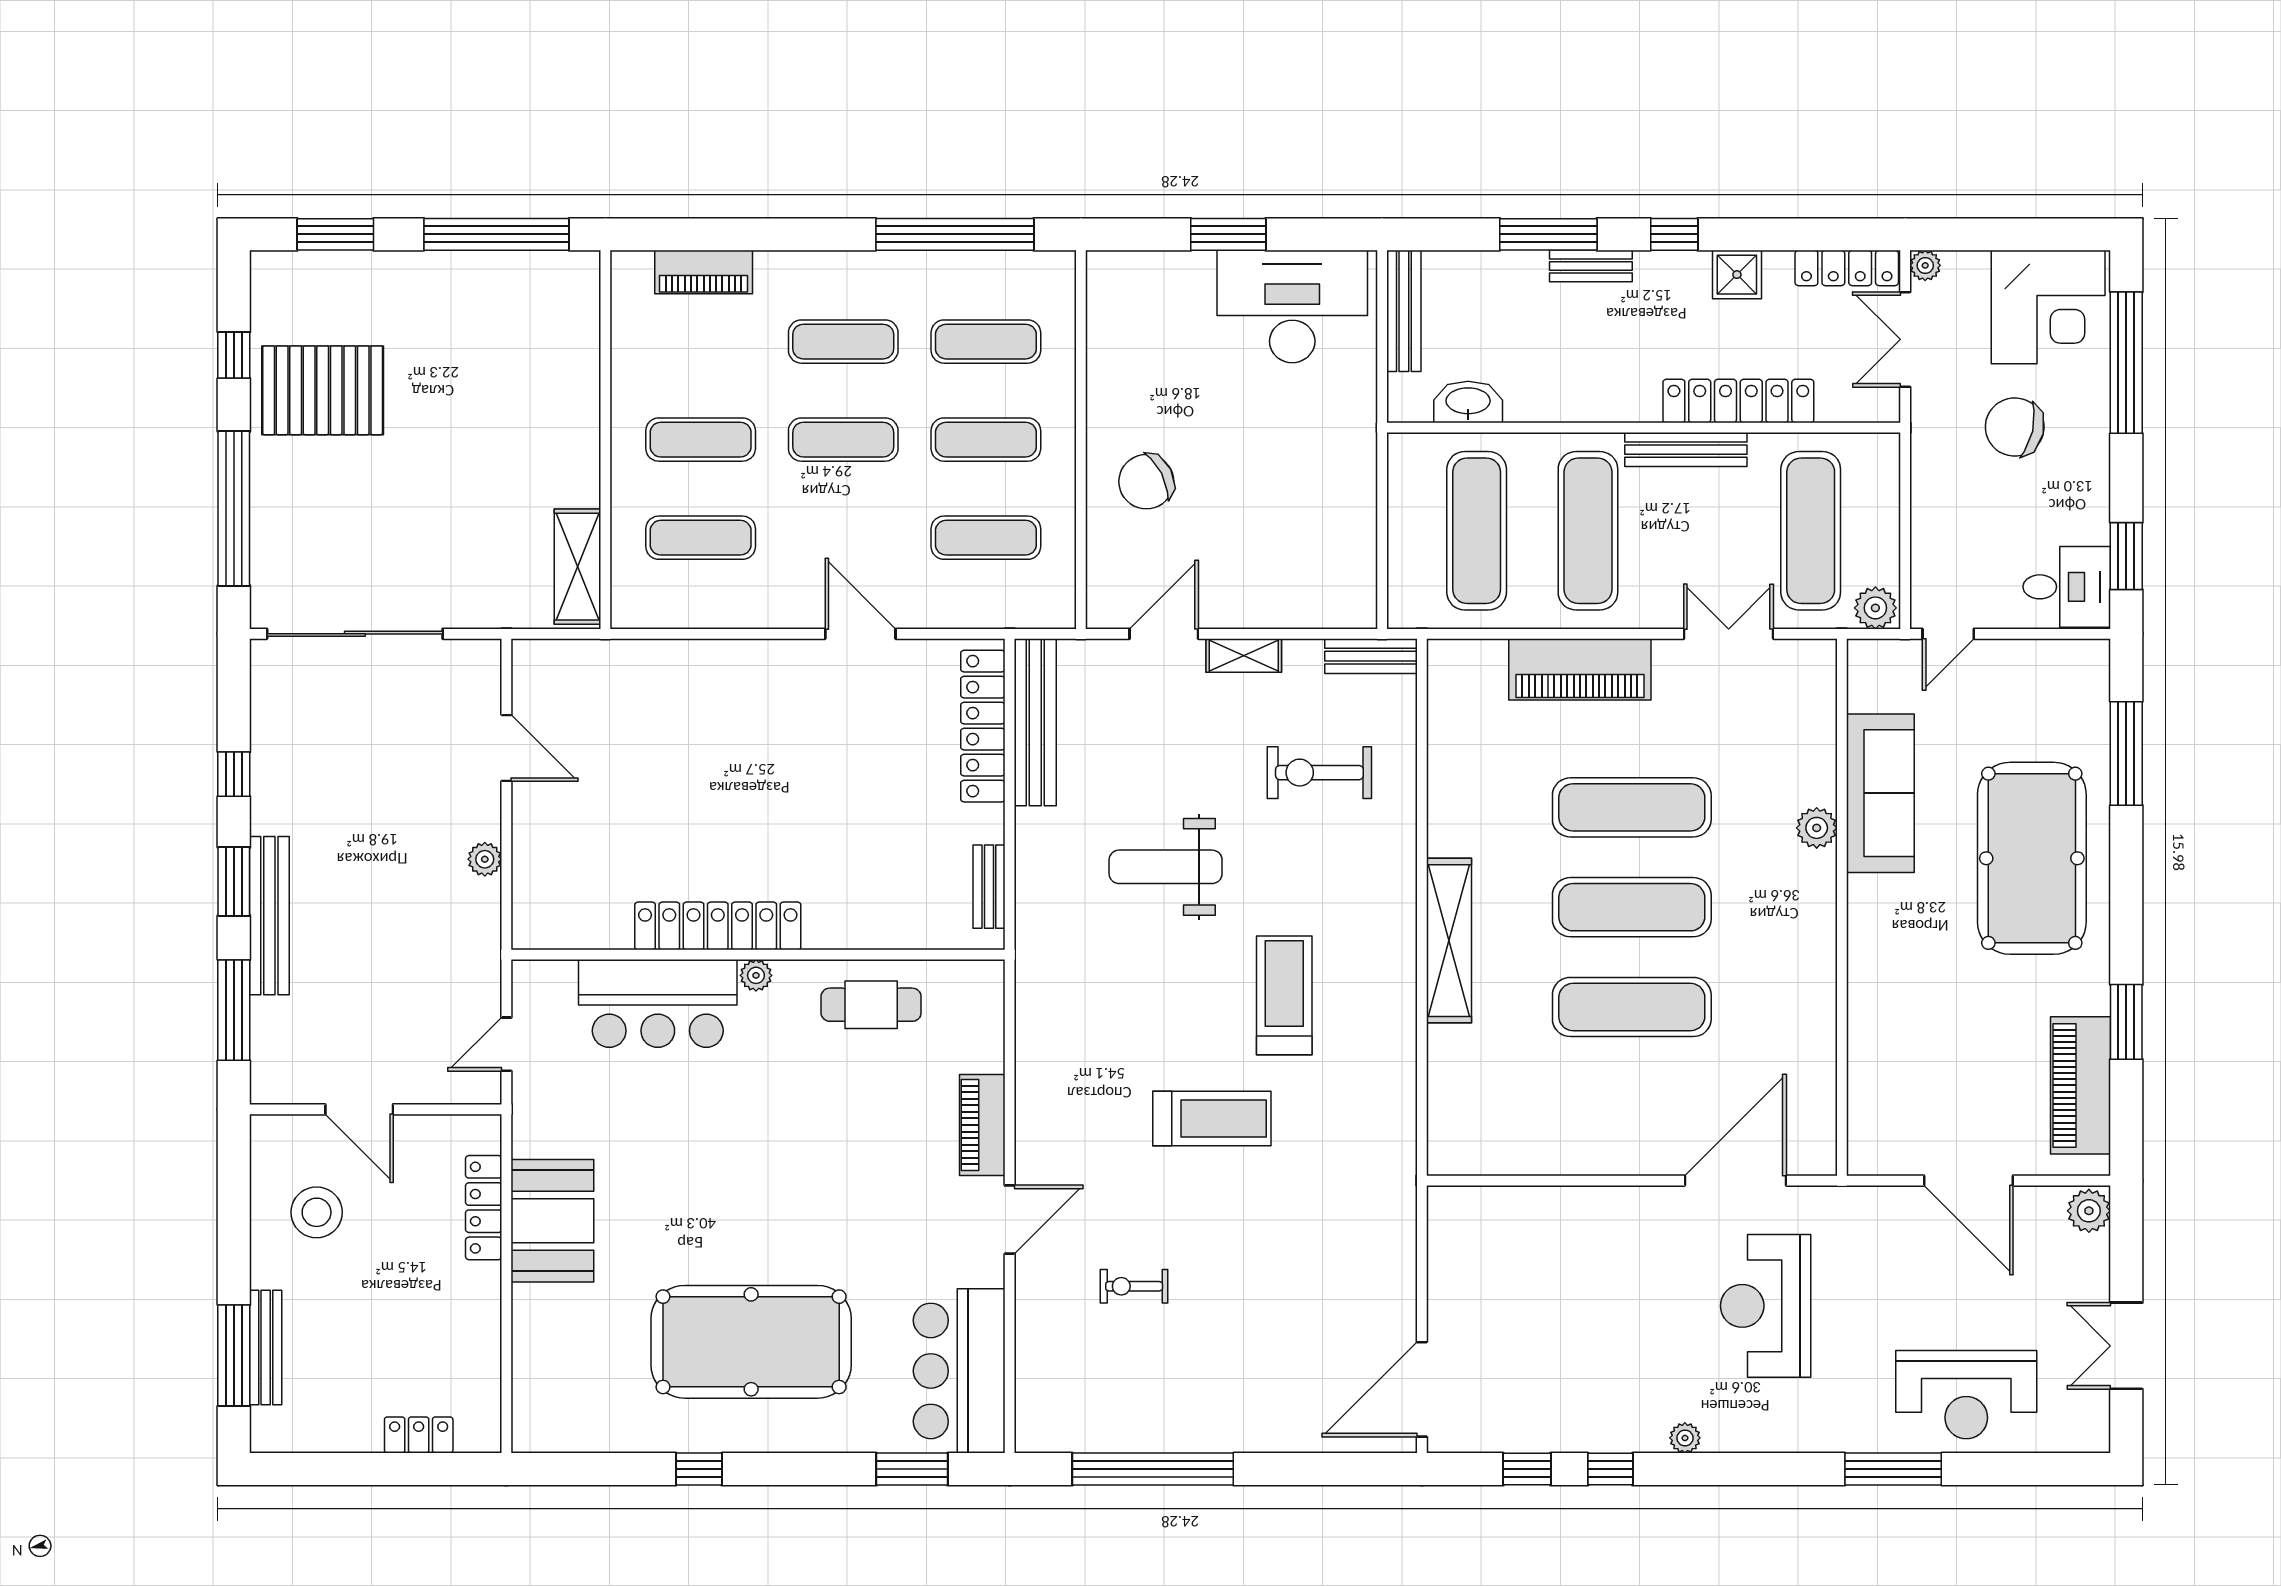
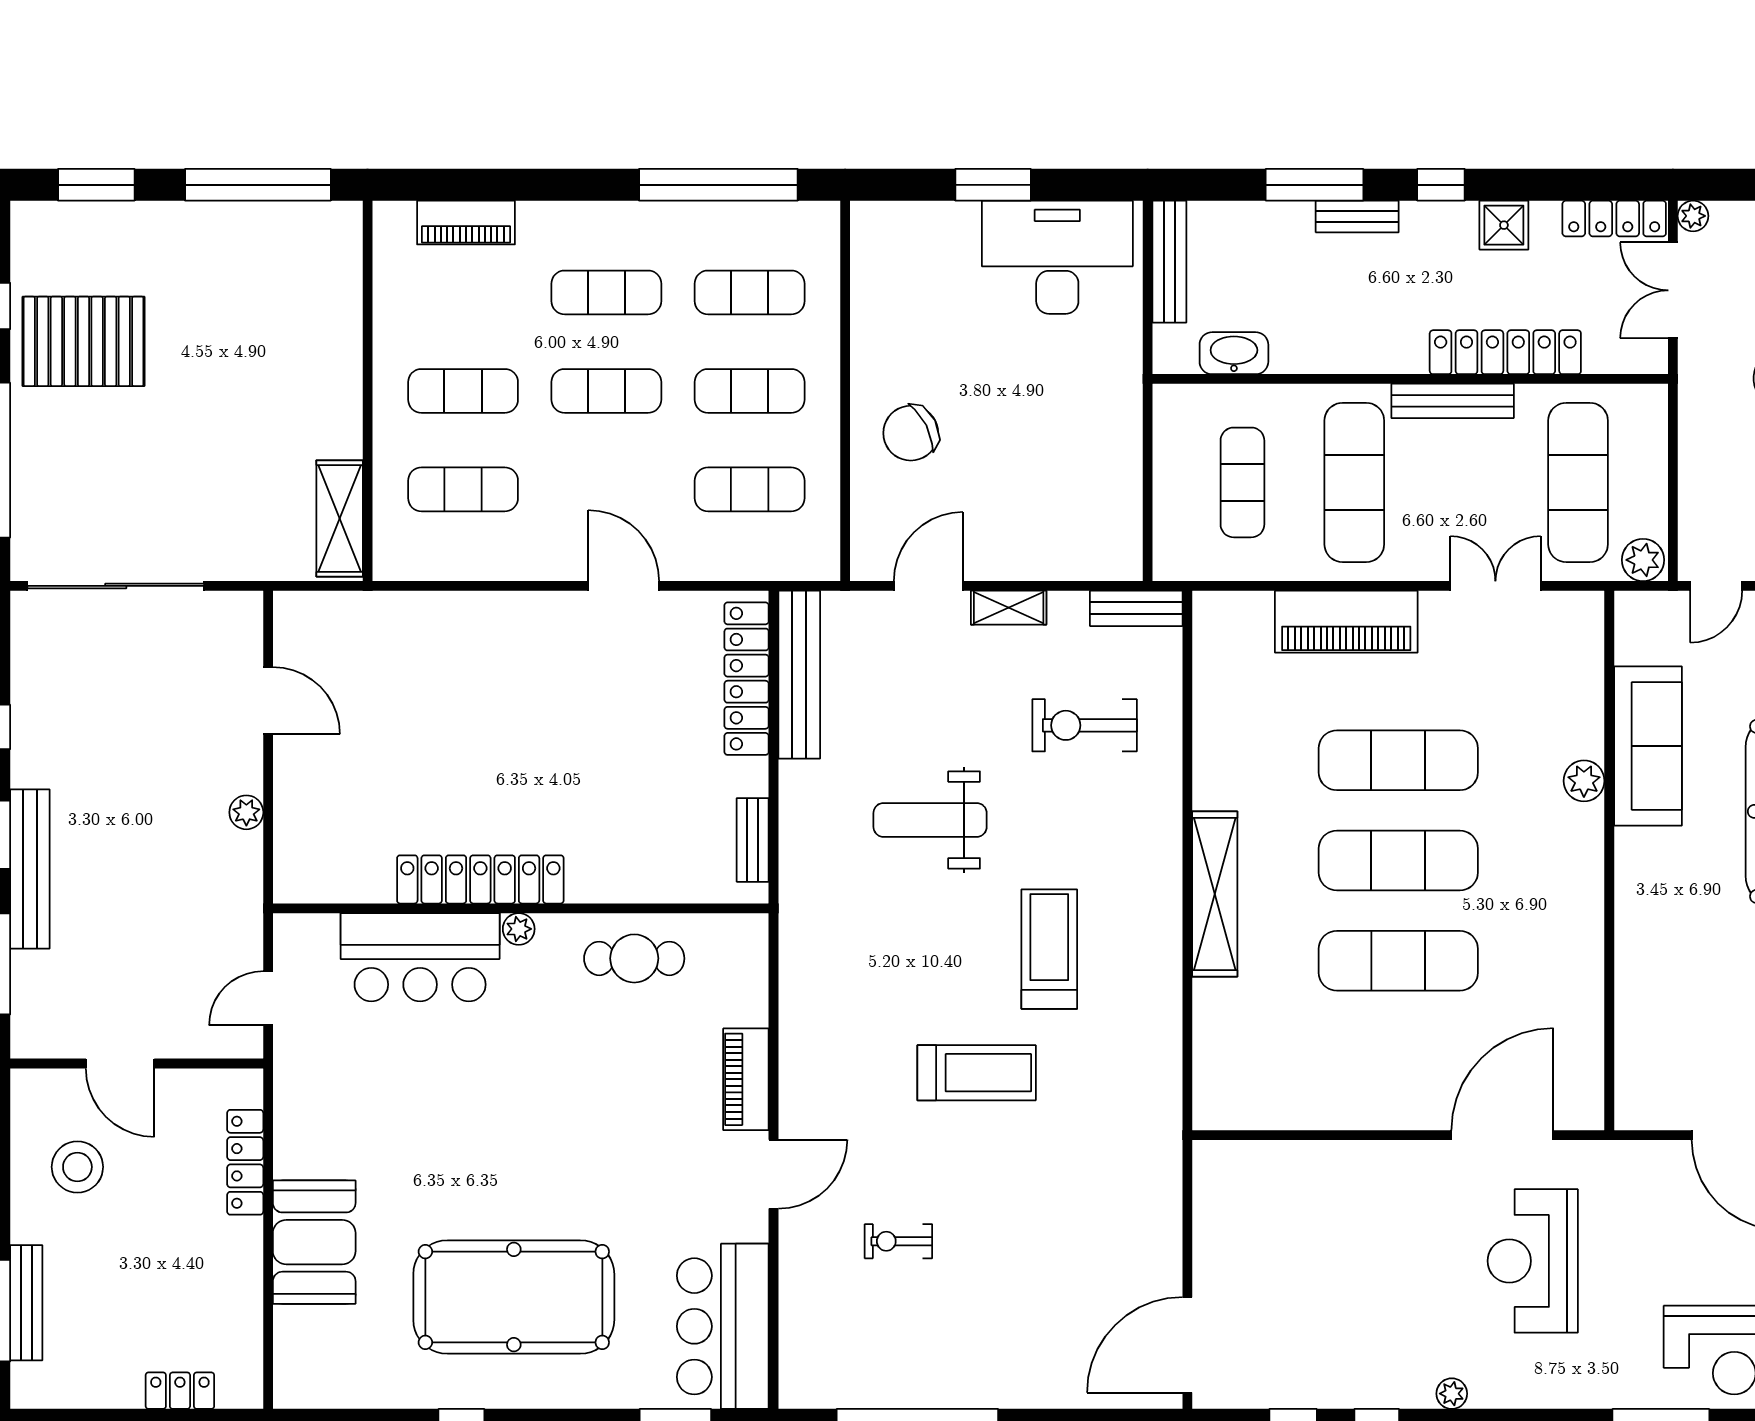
exercise mat: (1477, 531) -> (1242, 482), width x0.73, depth x0.69
booth: (552, 1221) -> (314, 1242), moved

